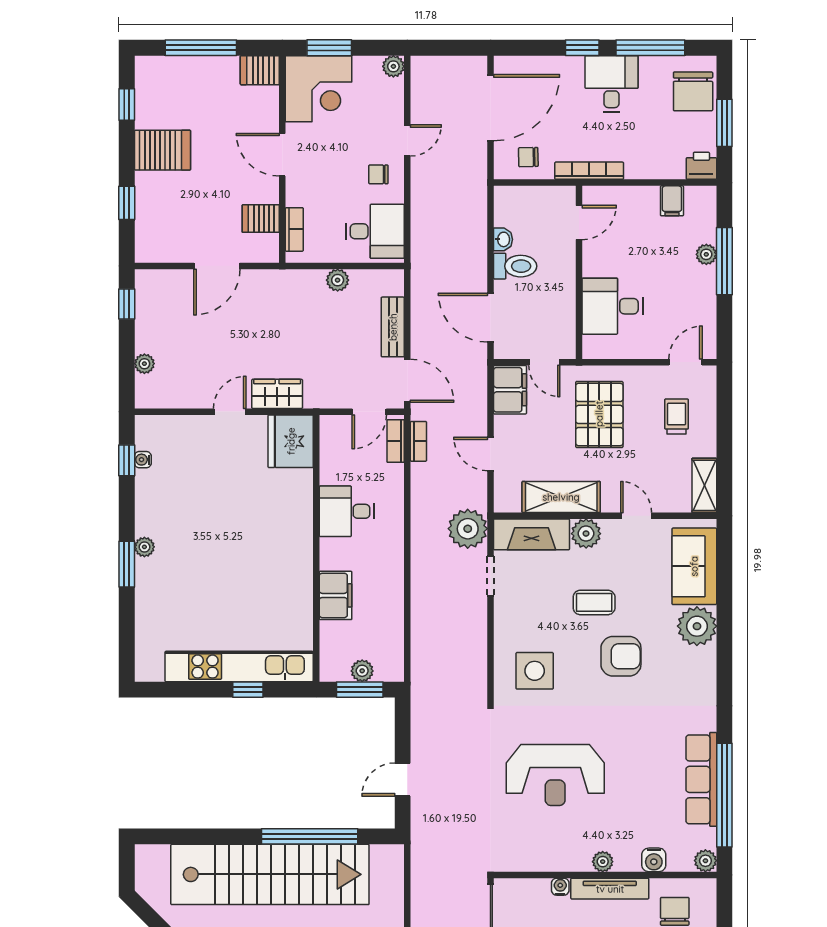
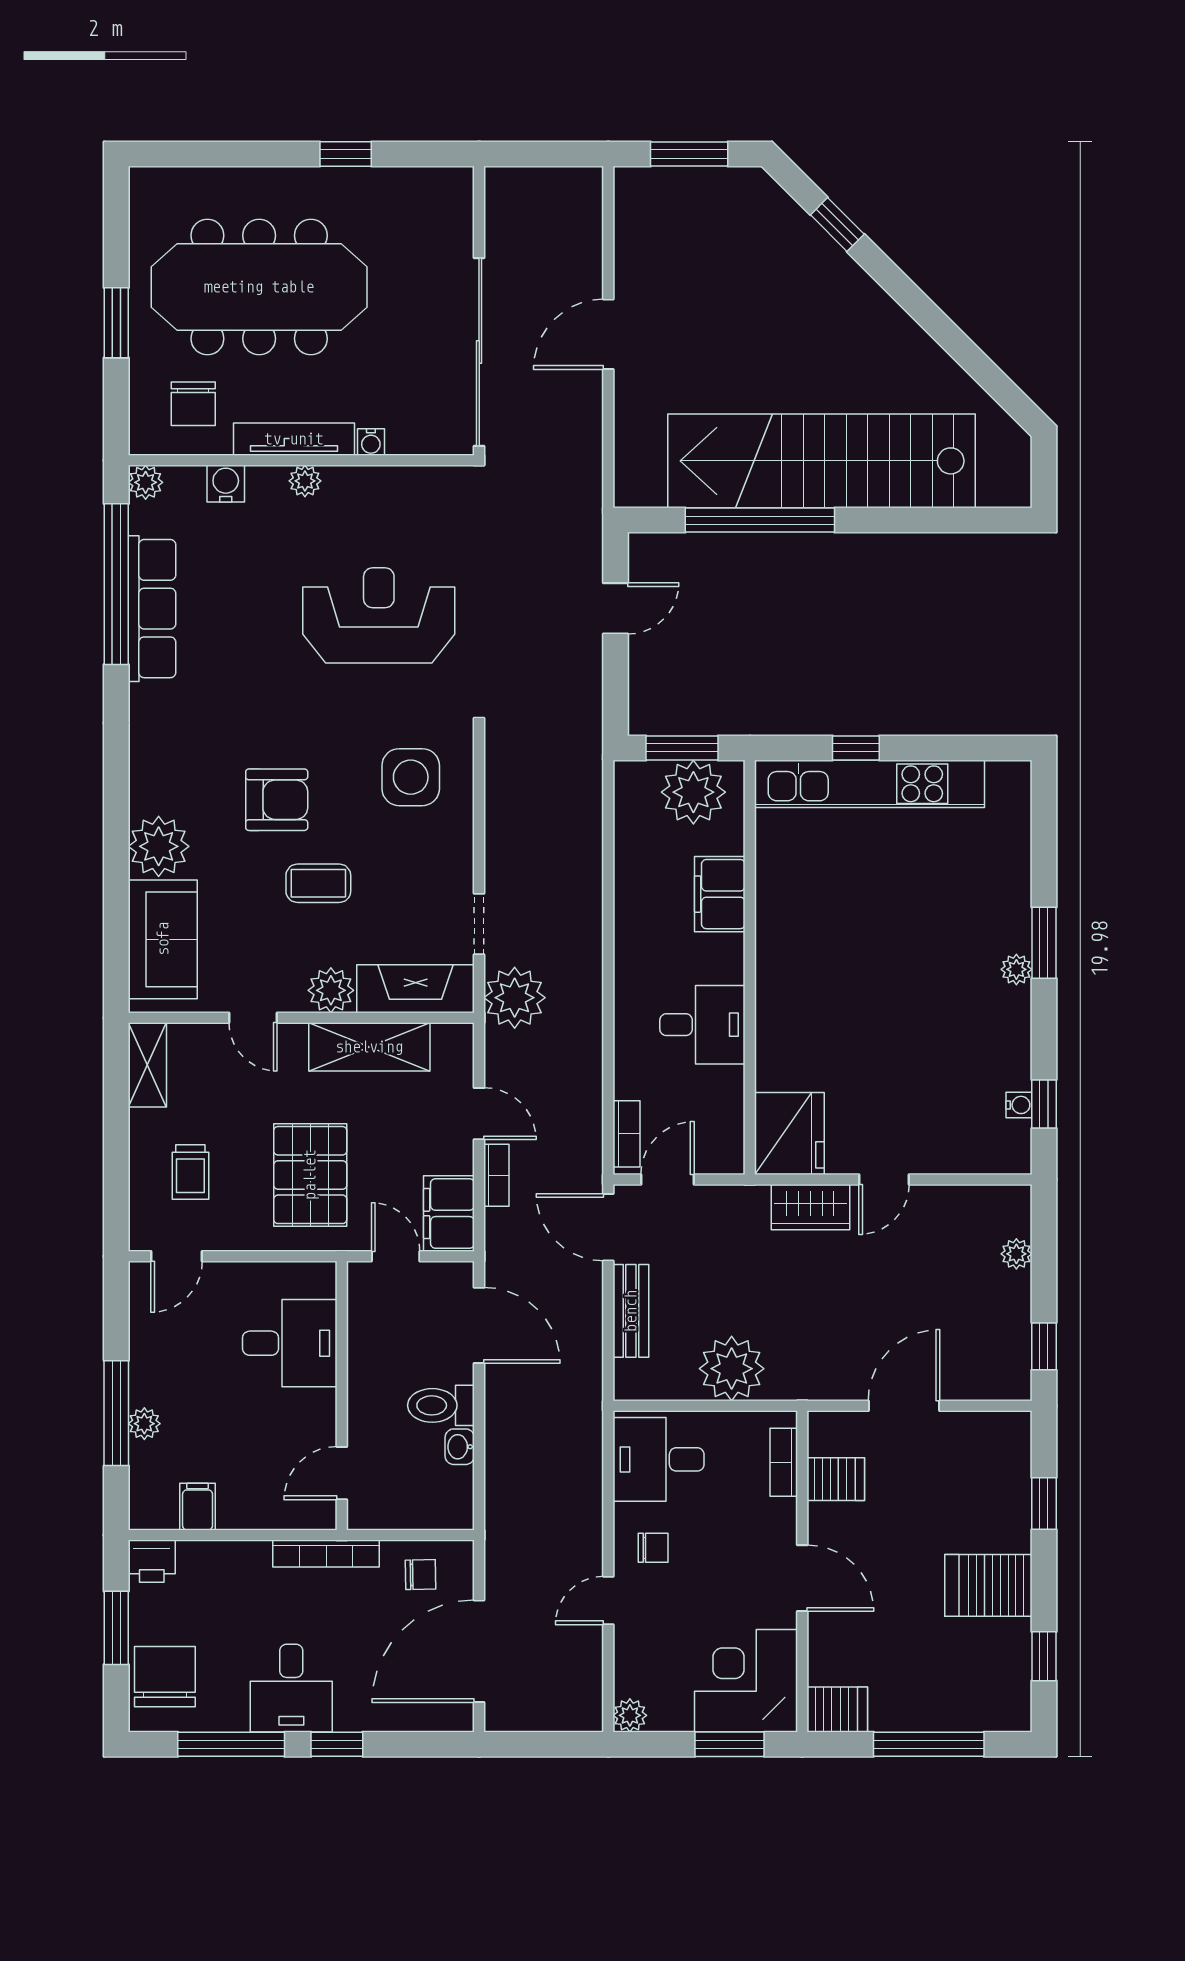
plant: (338, 280) -> (732, 1369), width x1.88, depth x1.88
bookcase: (418, 441) -> (496, 1175), moved, turned 180
armchair: (621, 656) -> (277, 800), turned 180
plant: (362, 671) -> (693, 792), width x1.88, depth x1.88

